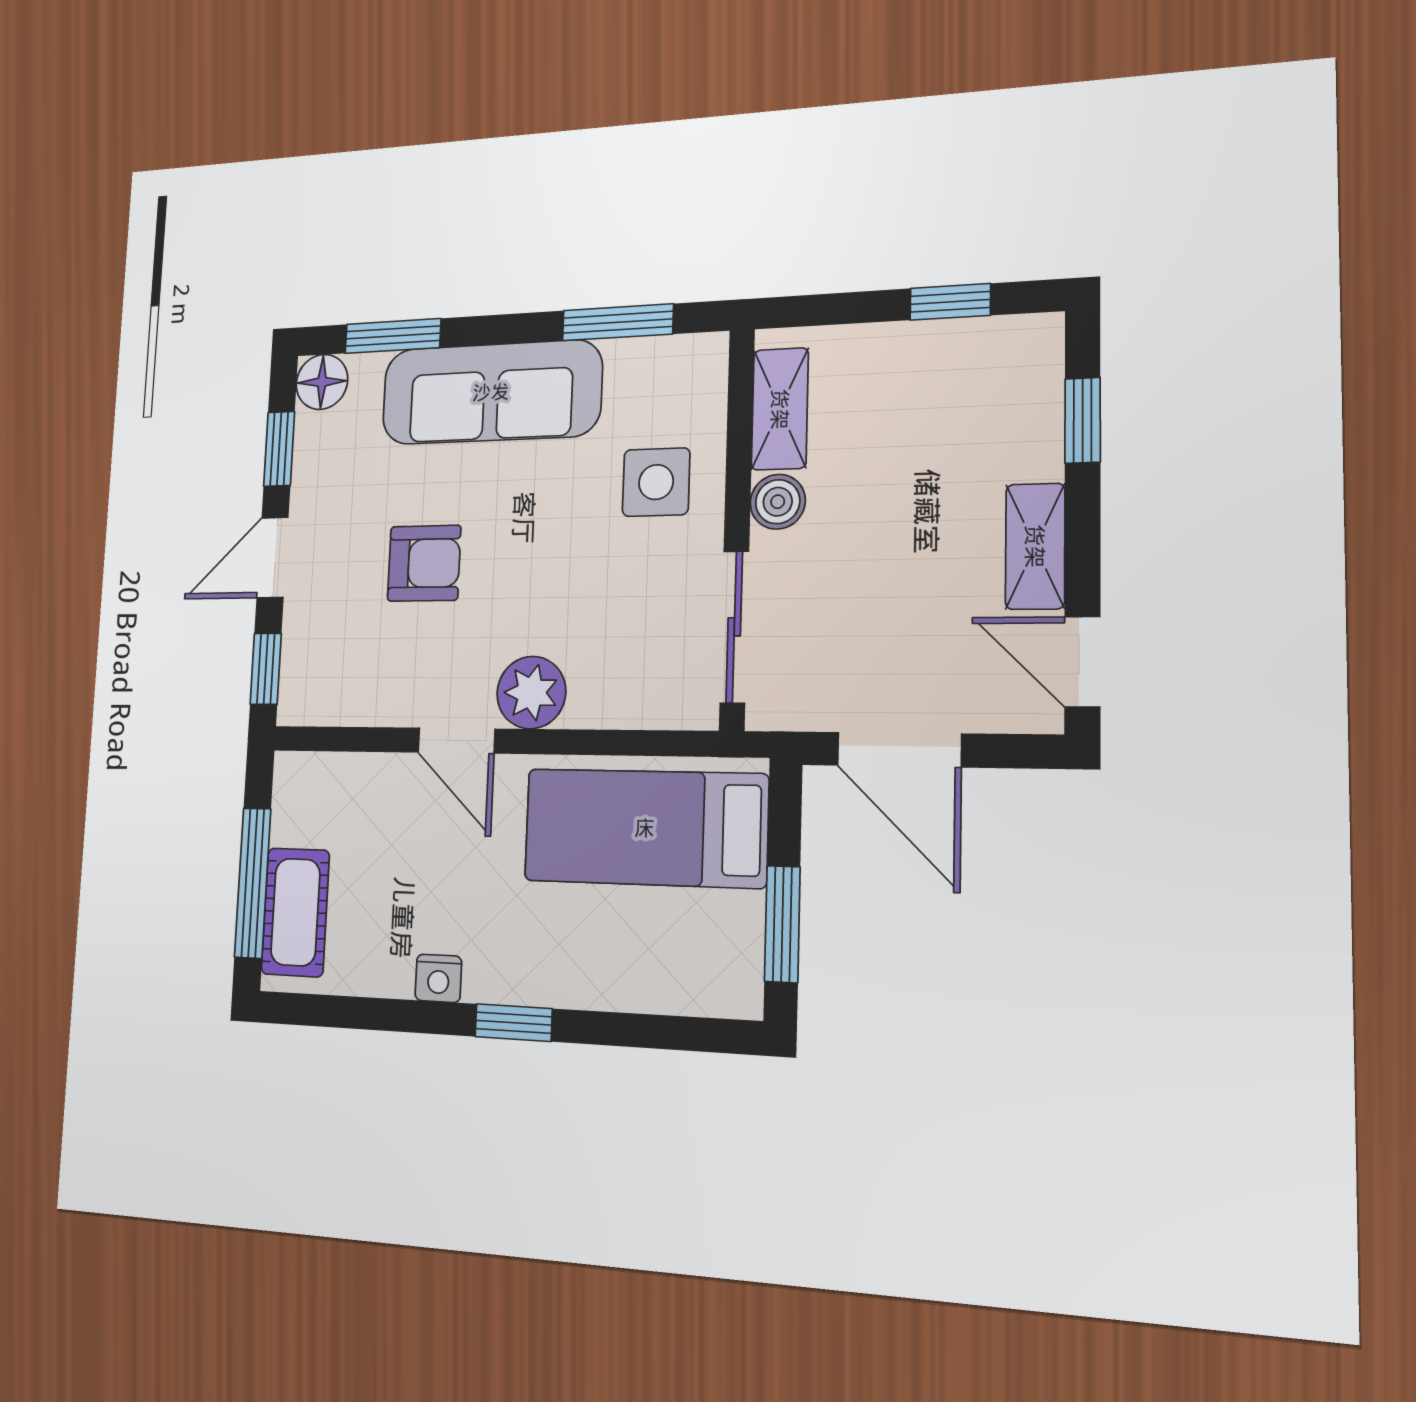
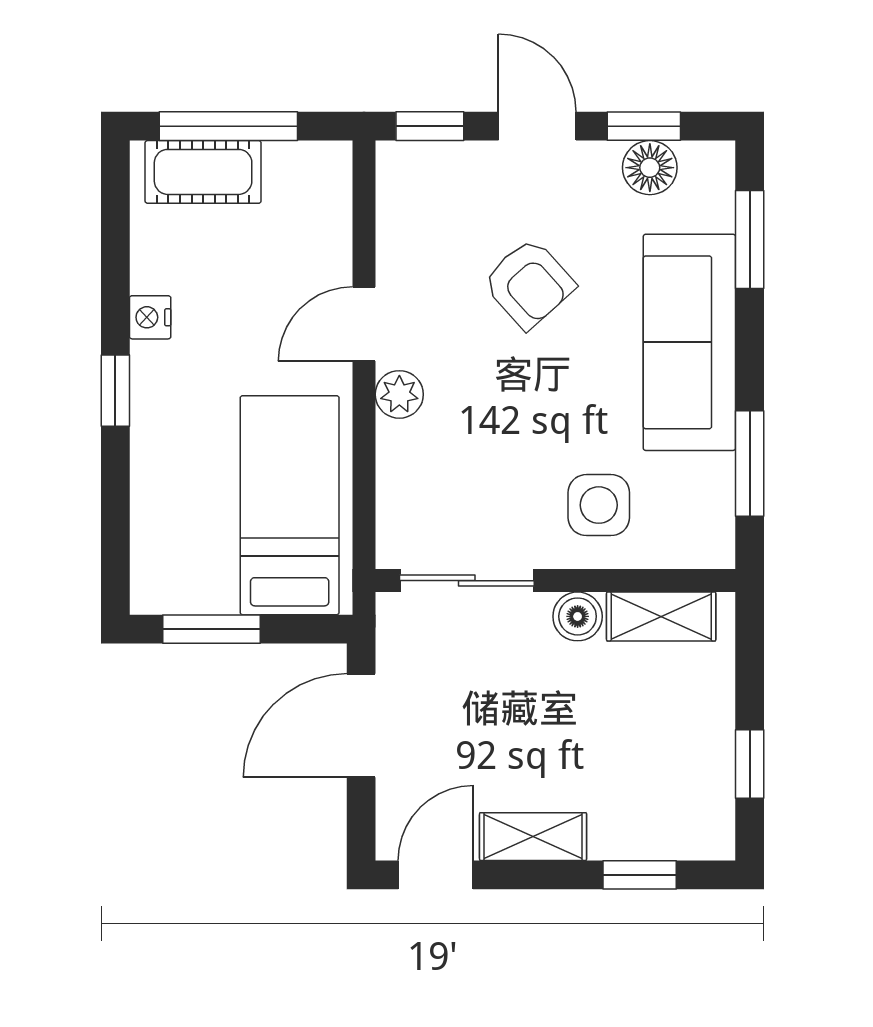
floor lamp: (322, 382) -> (650, 168), moved
armchair: (424, 563) -> (529, 283), turned -42
plant: (531, 693) -> (399, 394), width x0.73, depth x0.73

